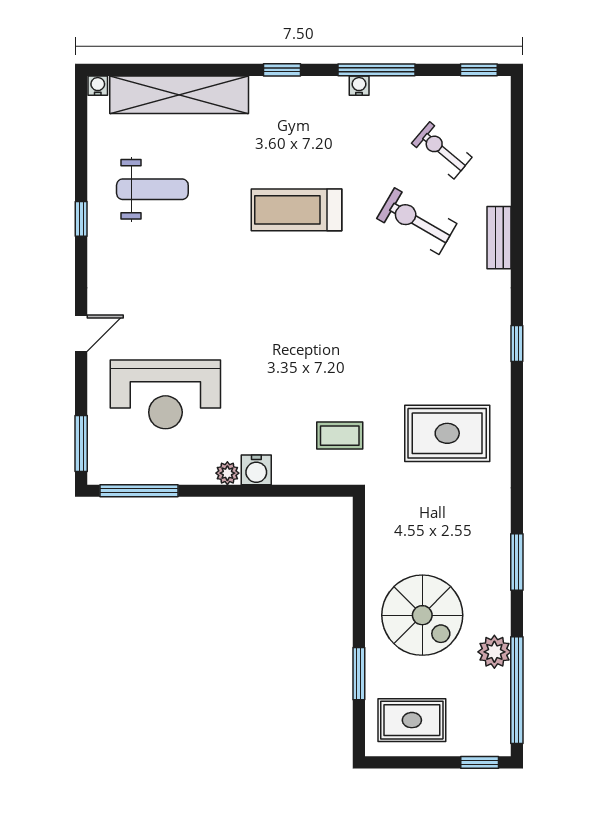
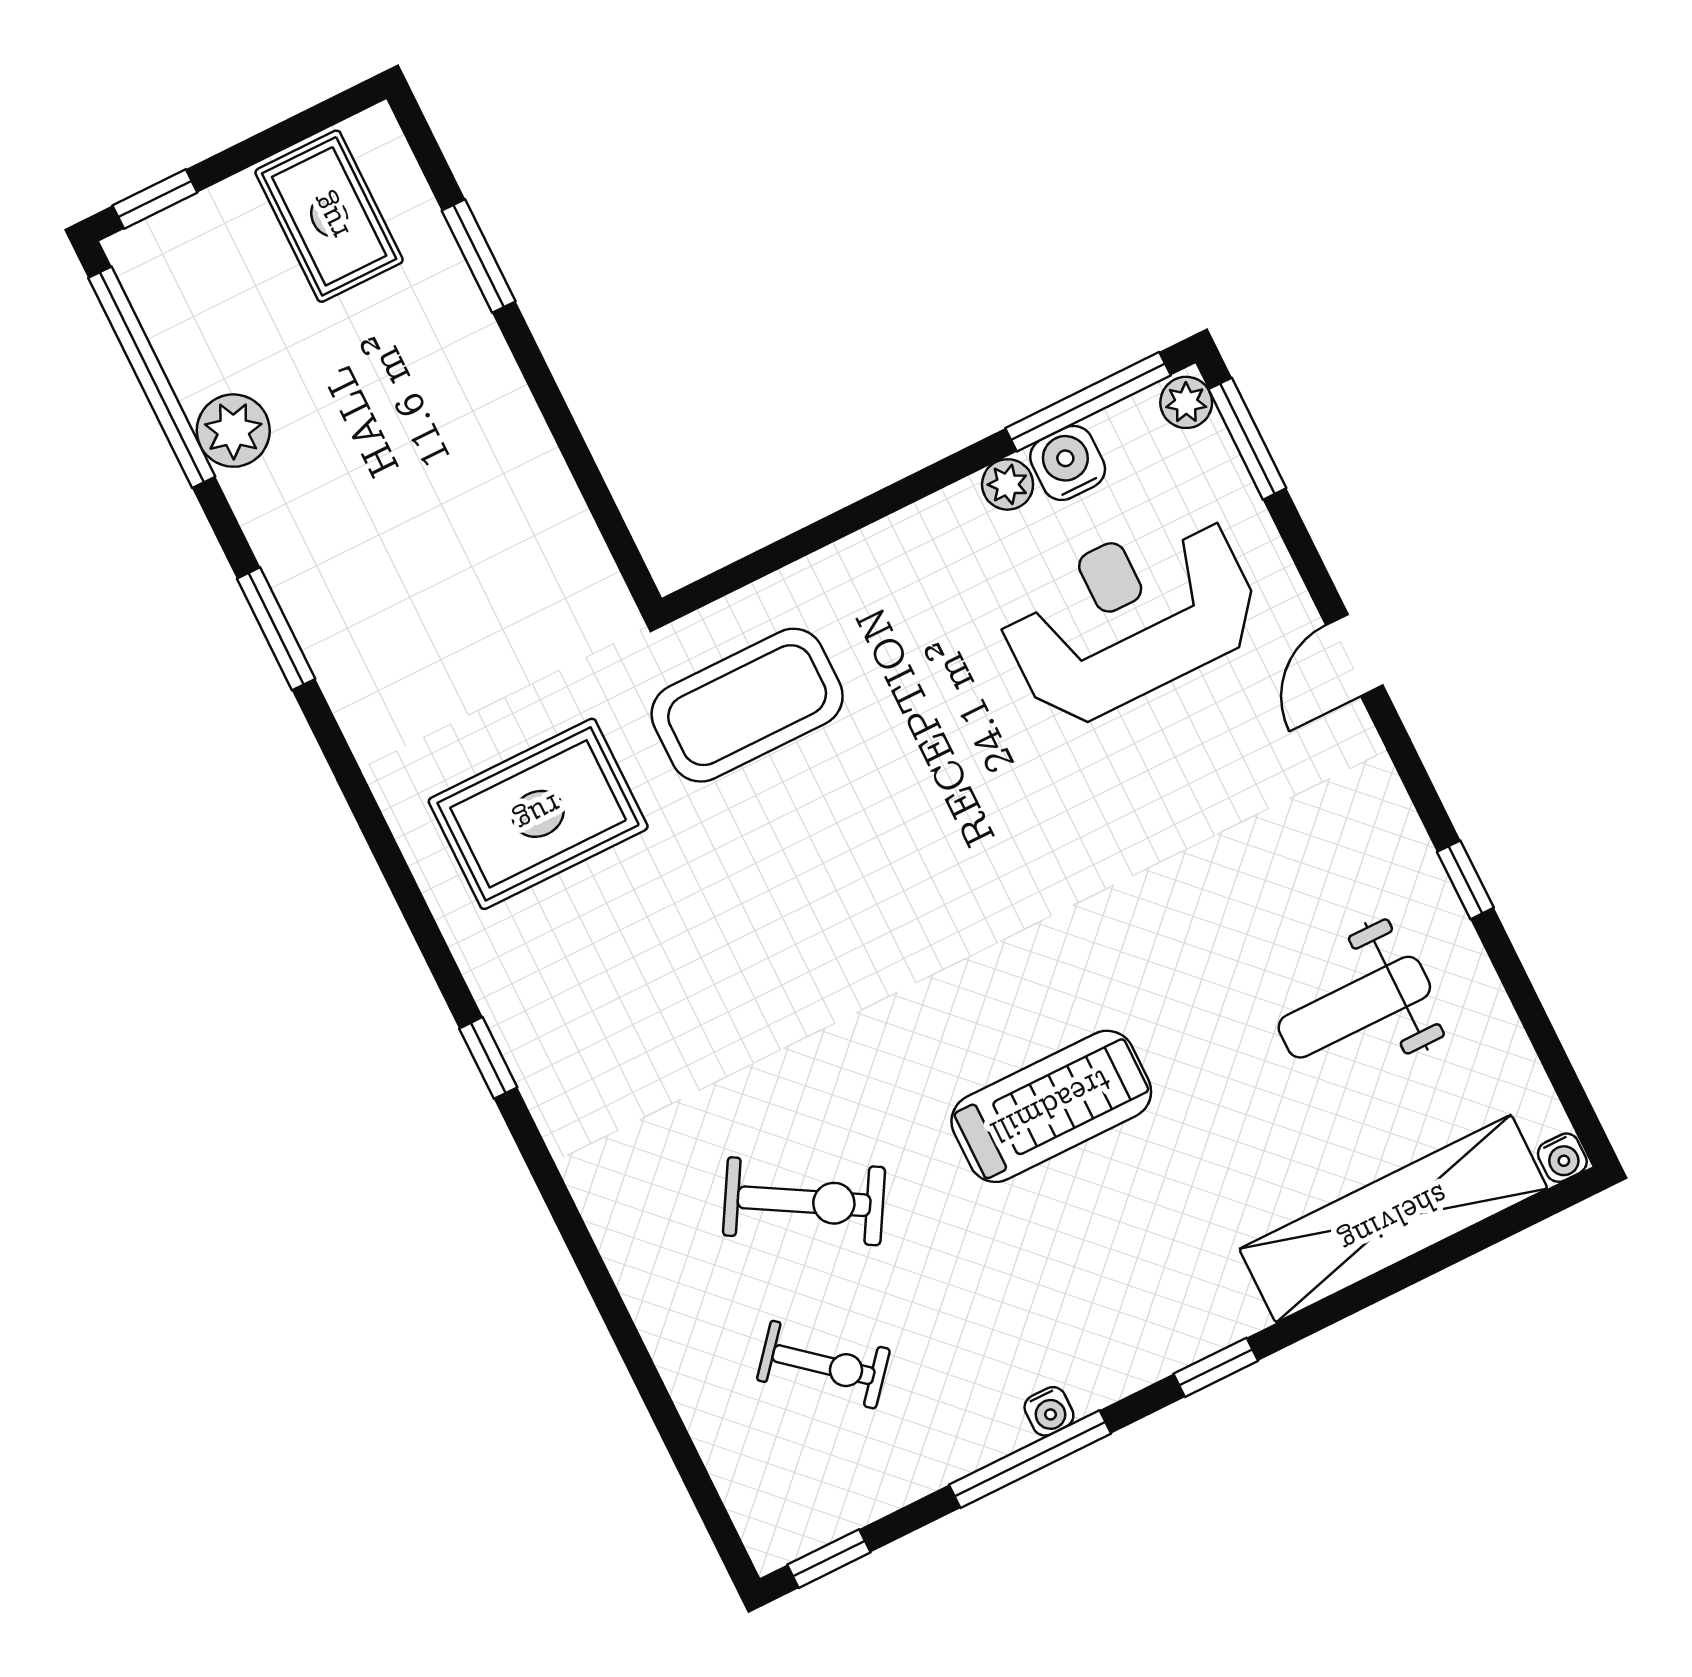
bench: (499, 238) -> (626, 1249), removed
coffee table: (340, 436) -> (747, 705), width x1.86, depth x1.72
water cooler: (256, 470) -> (1068, 463), moved
plant: (99, 471) -> (1186, 402), added
plant: (227, 473) -> (1008, 484), moved
spiral stairs: (422, 615) -> (411, 432), removed
rug: (412, 720) -> (329, 216), turned 90

